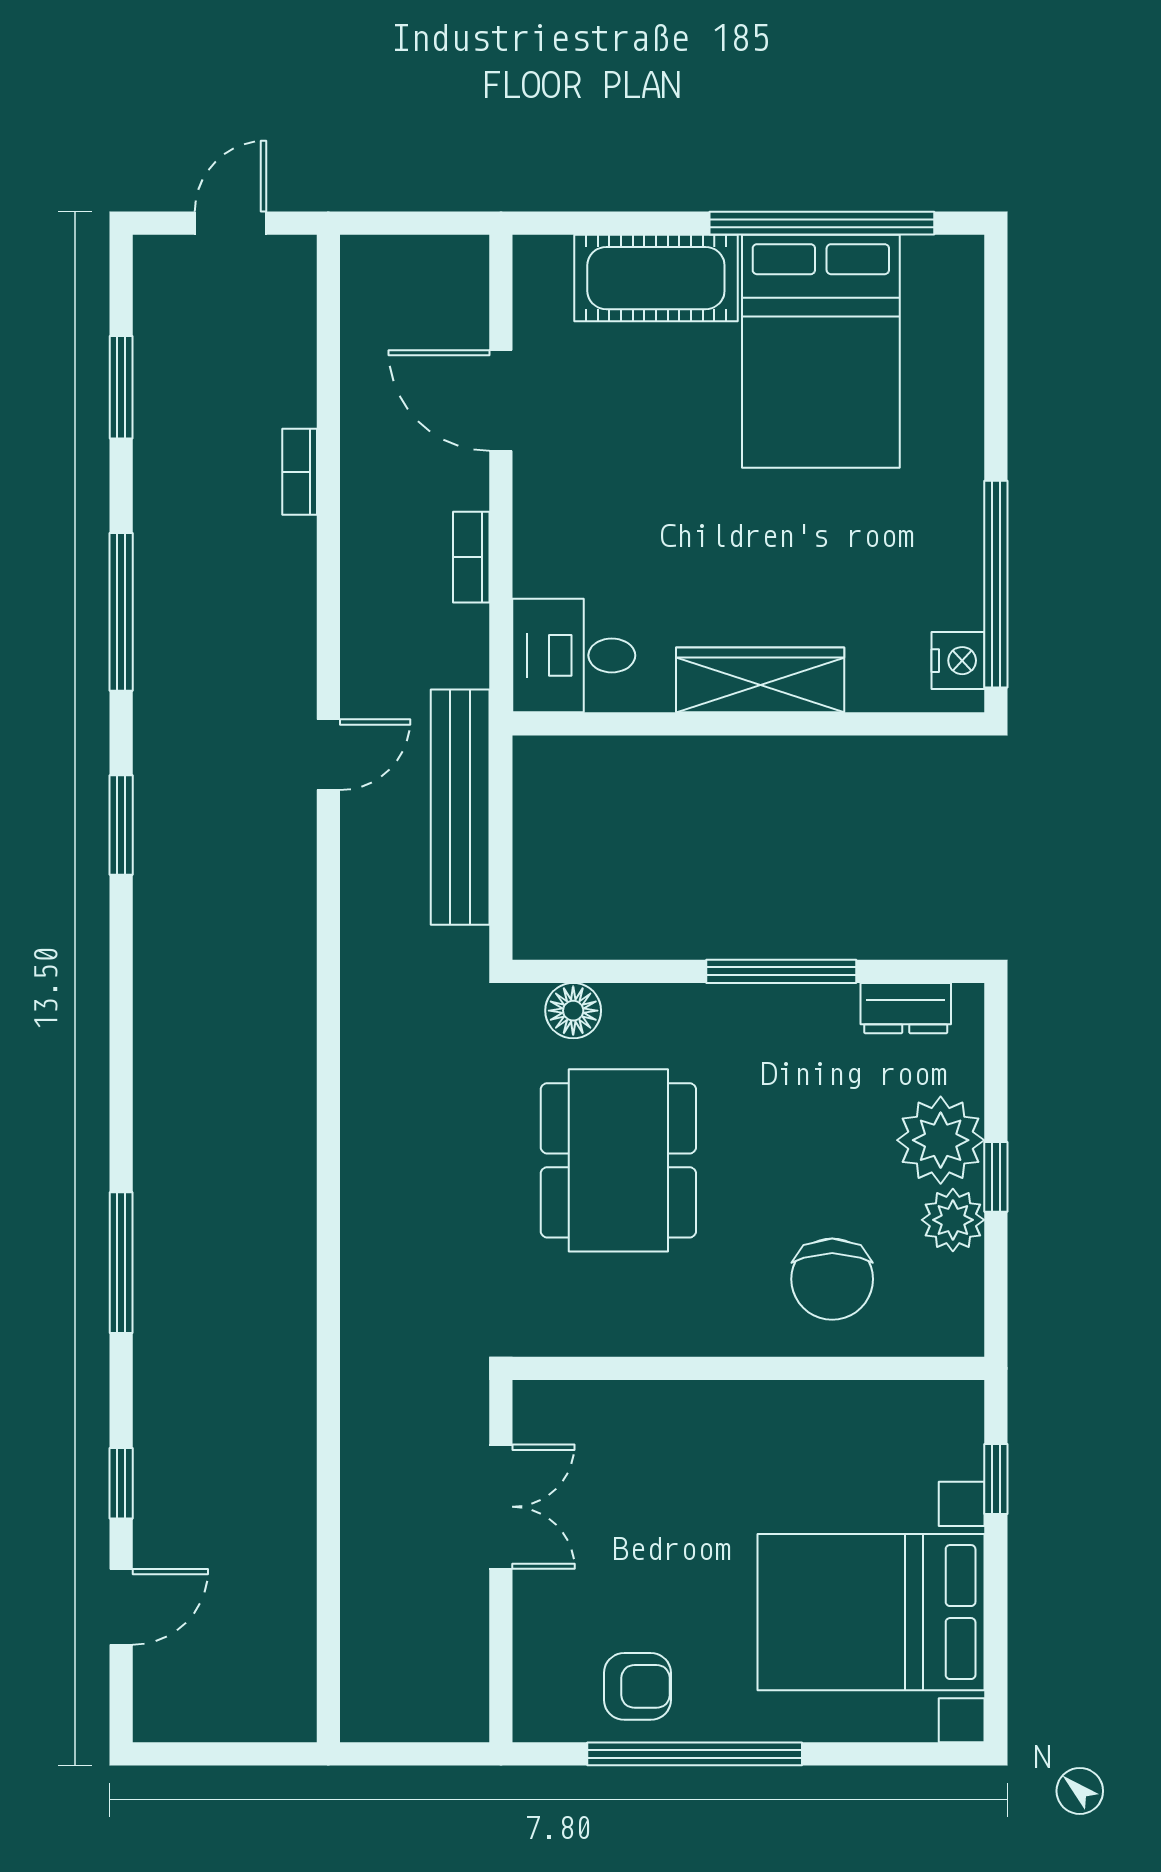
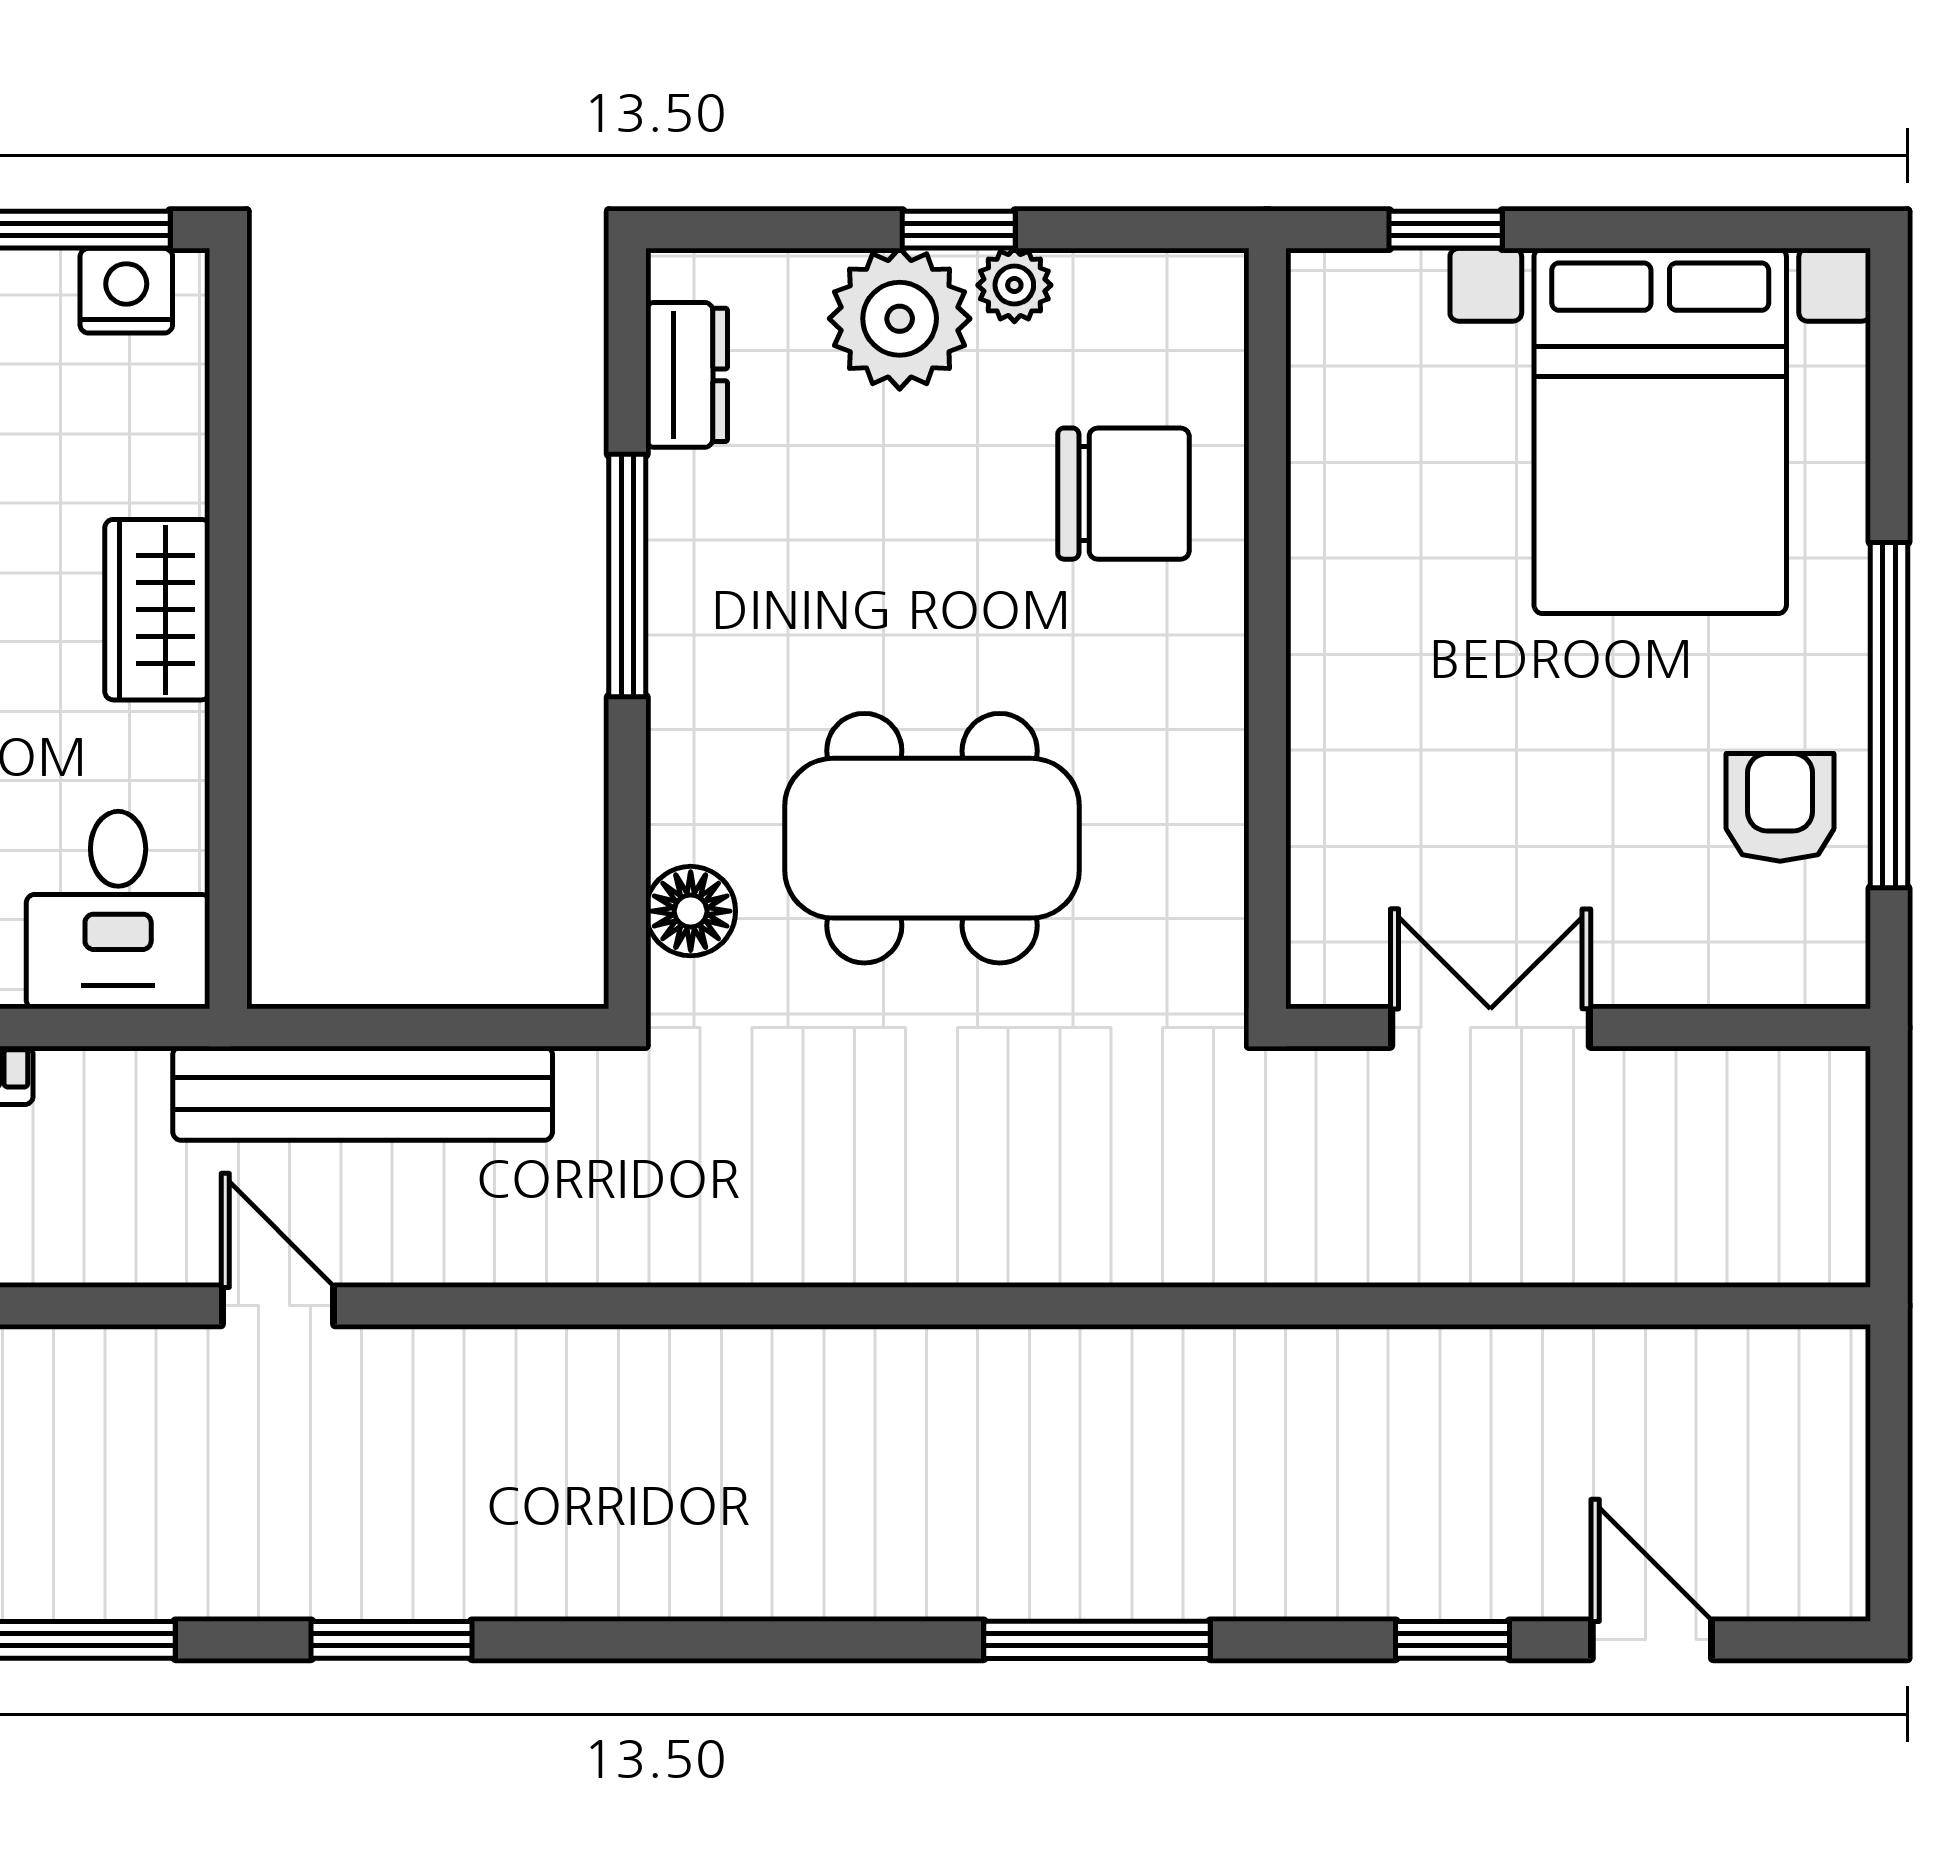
wardrobe: (760, 680) -> (157, 610), width x0.67
plant: (953, 1220) -> (1014, 285), width x0.73, depth x0.73

